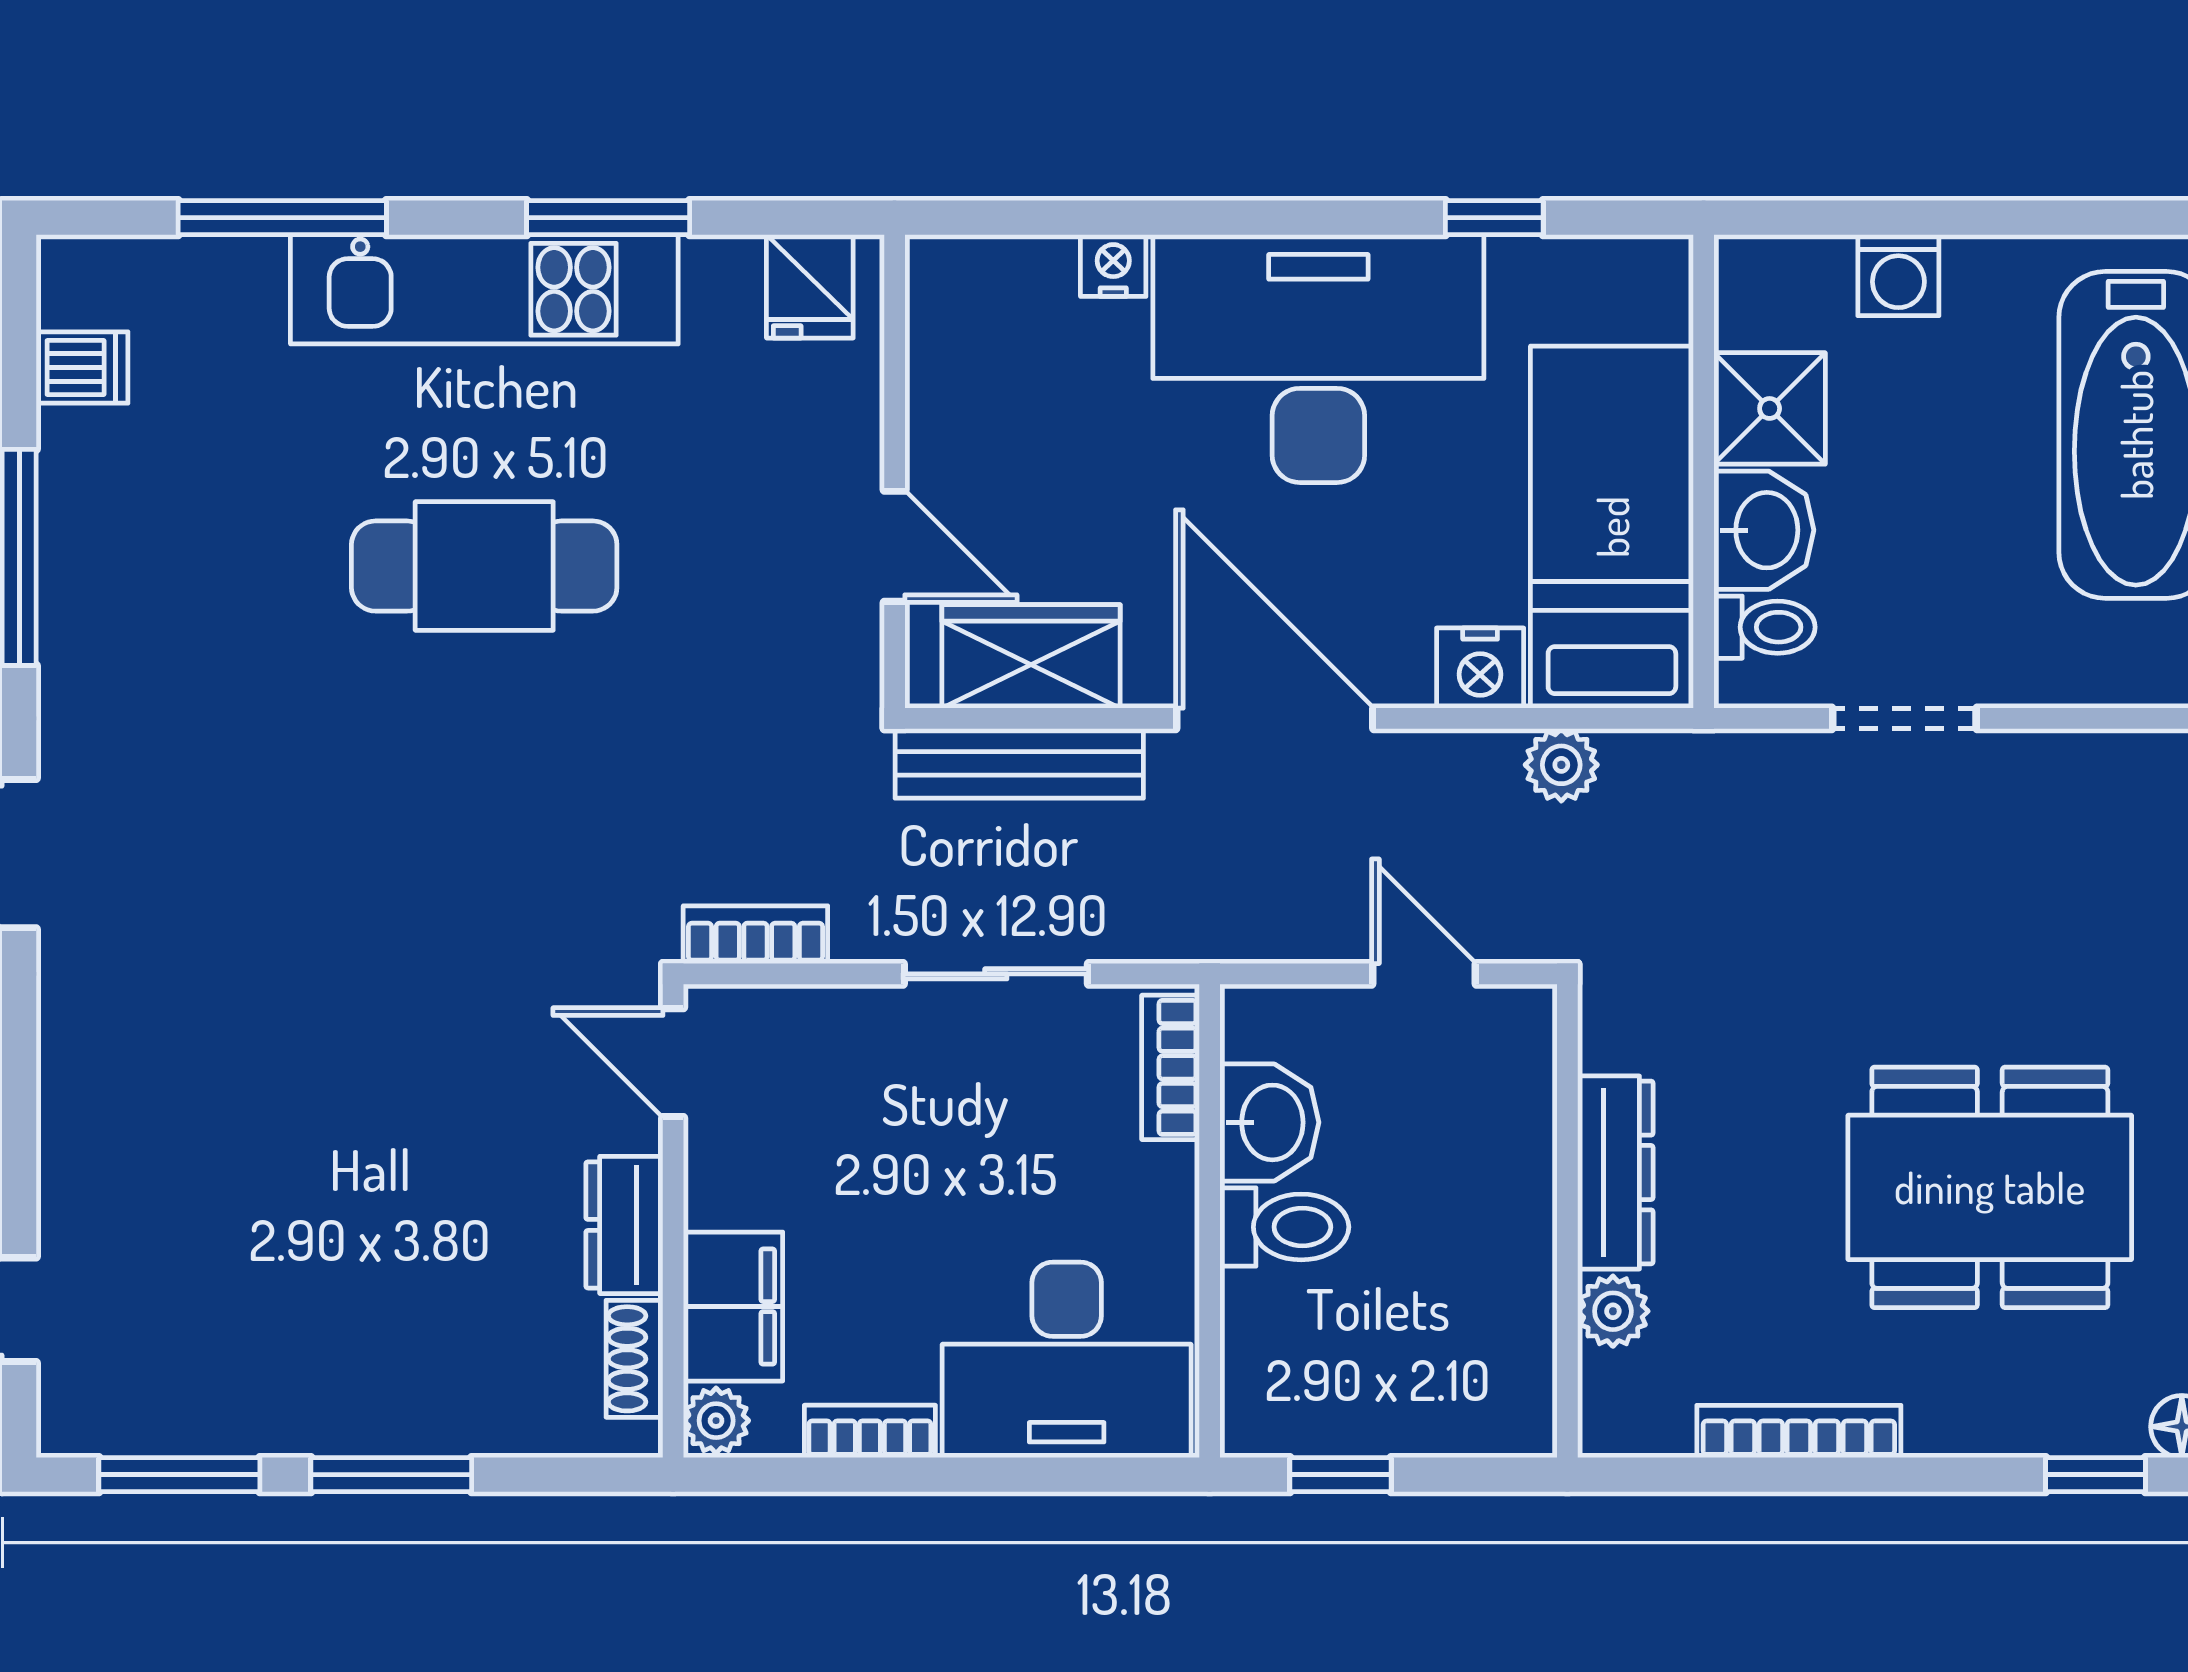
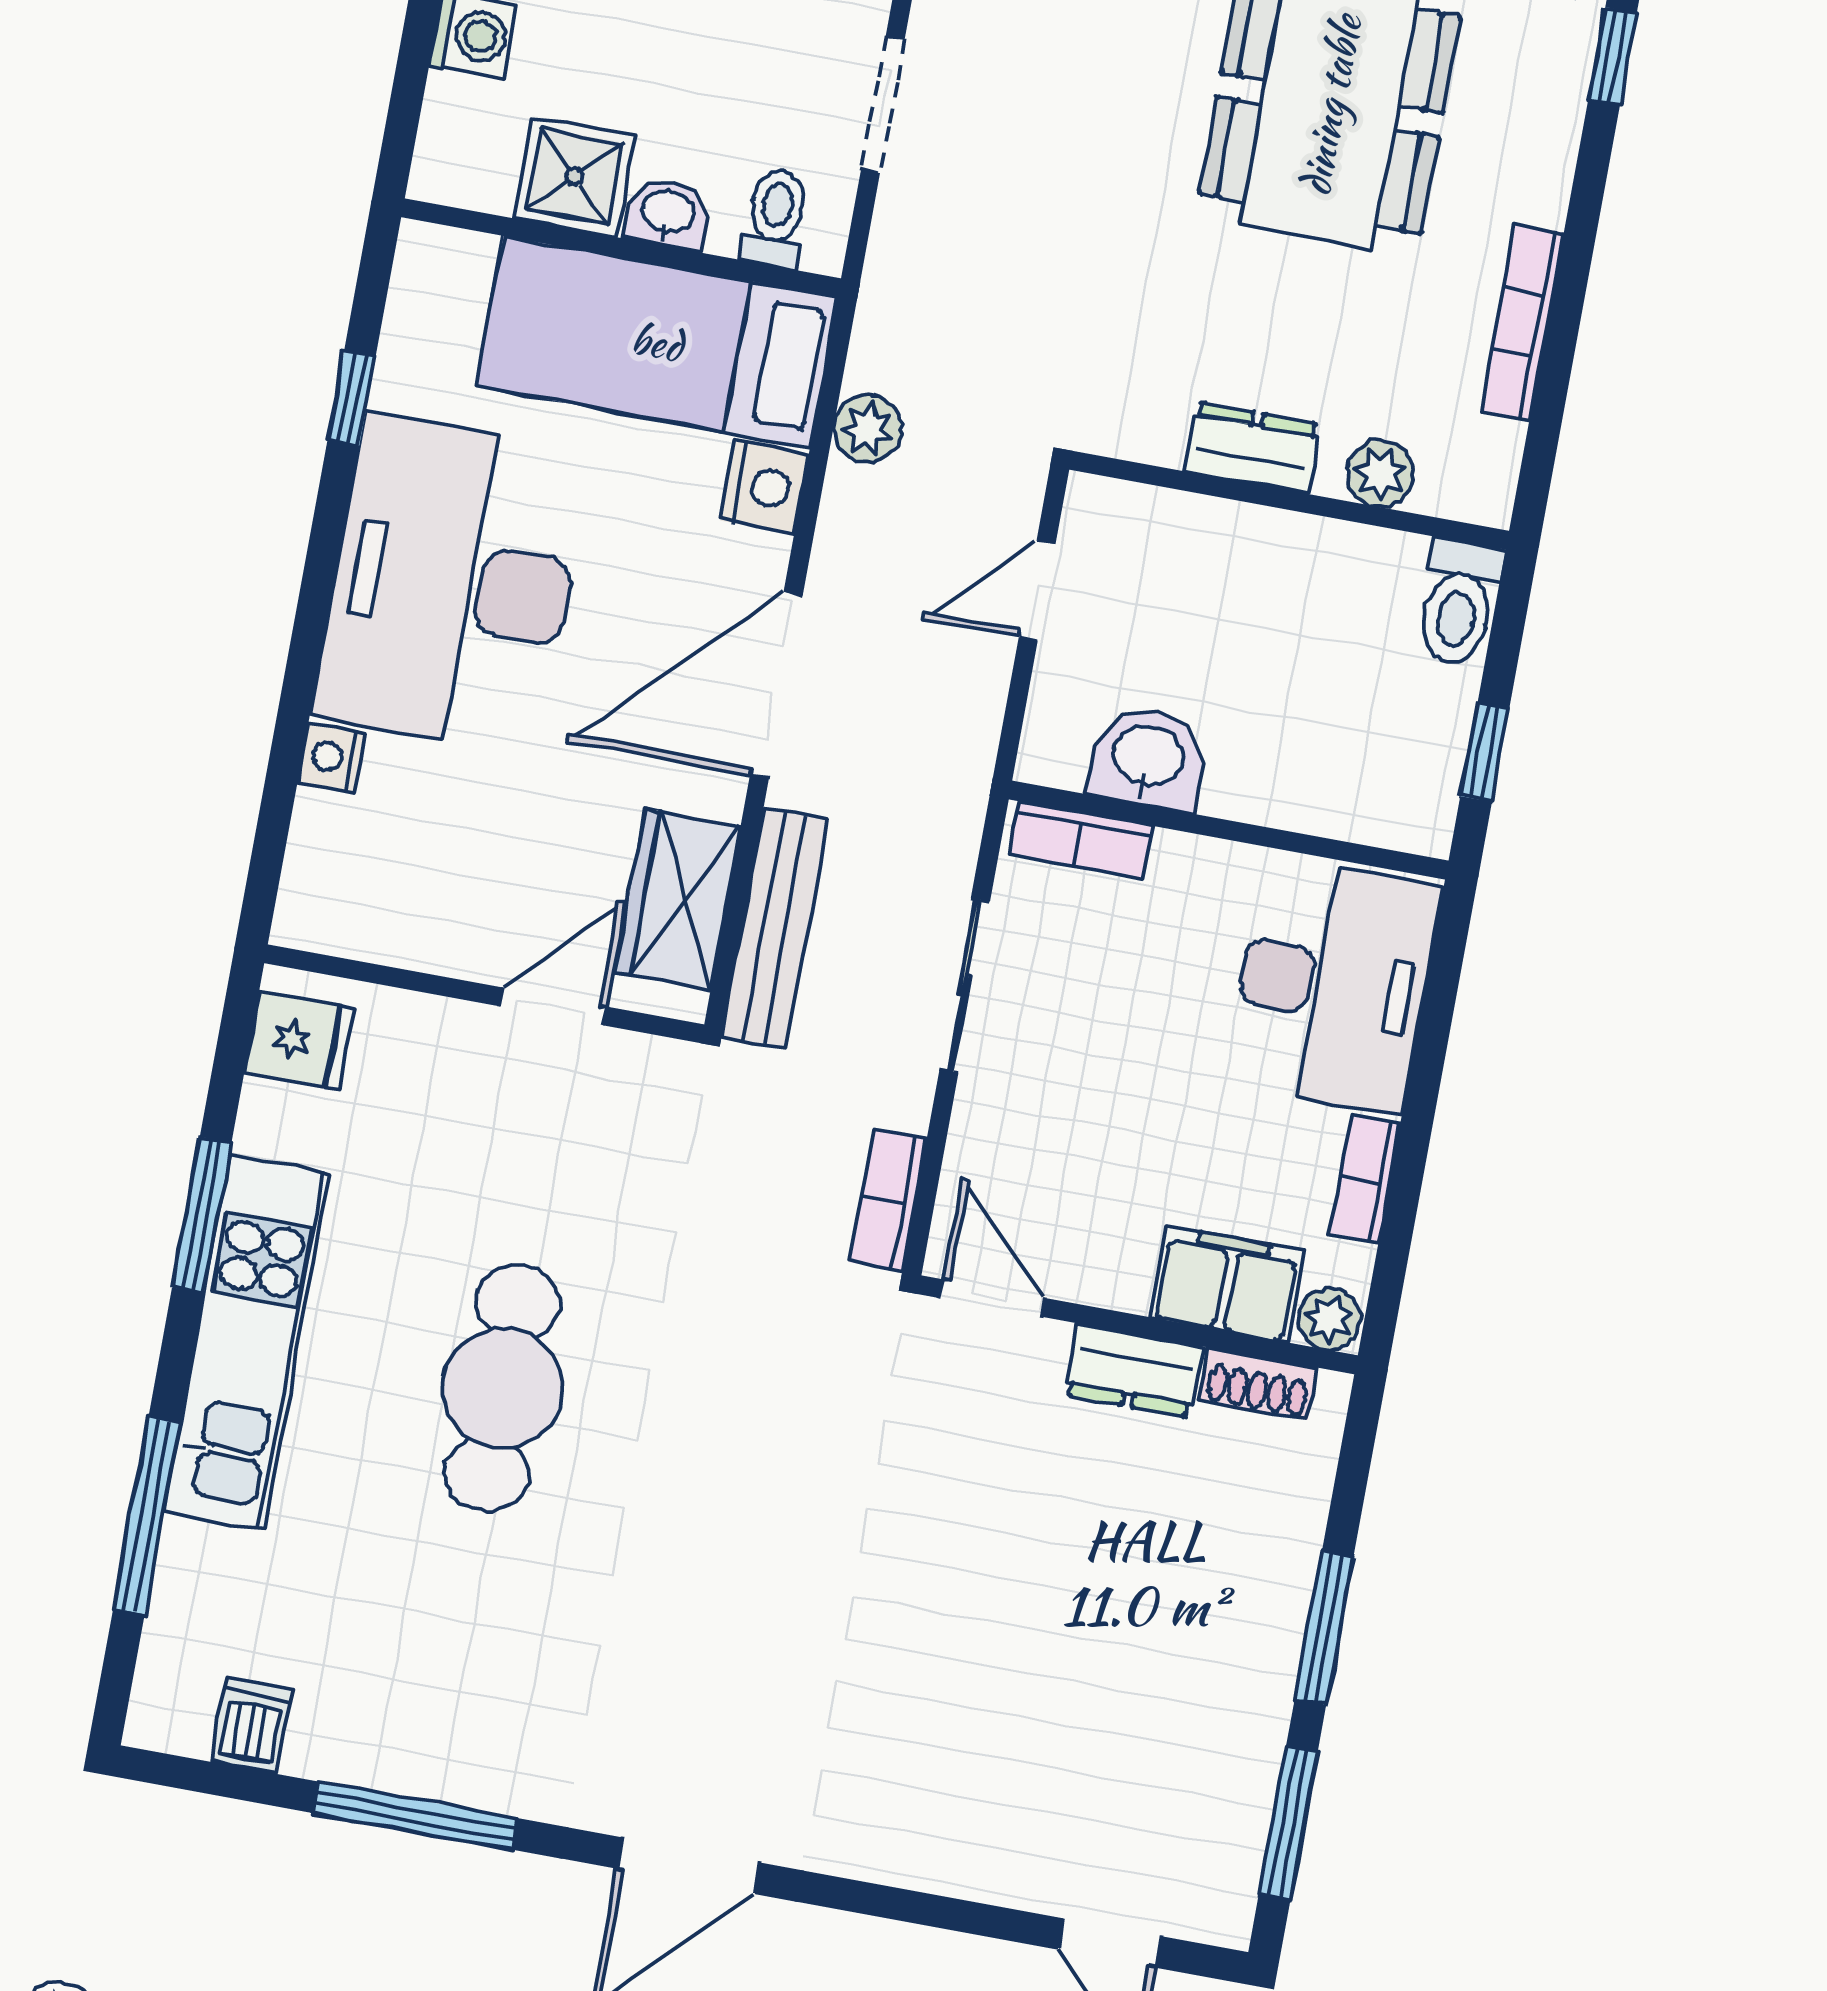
washbasin: (1764, 530) -> (668, 214), width x0.72, depth x0.69
door: (673, 1063) -> (992, 1298), swing flipped
dresser: (1615, 1172) -> (1253, 448), width x0.70
toilet: (1284, 1227) -> (1459, 603), moved, turned 180

